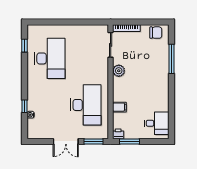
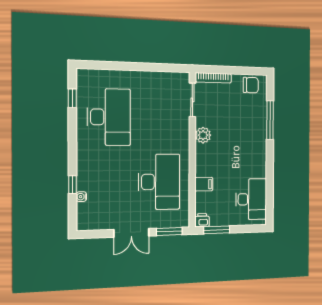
desk: (157, 123) -> (251, 199), width x1.37

